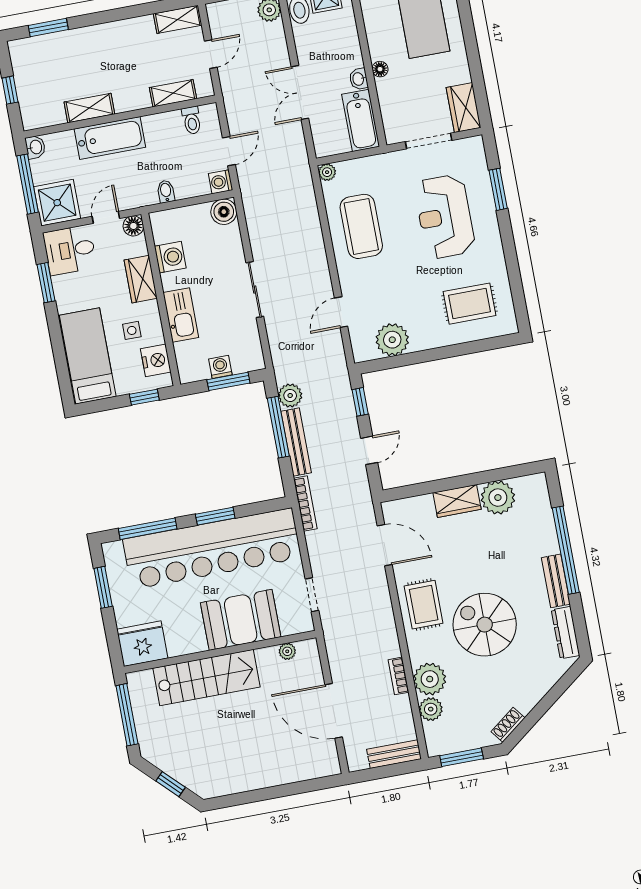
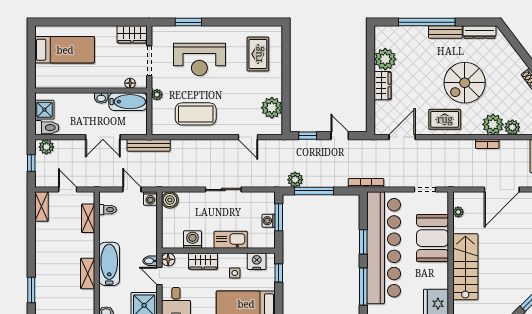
floor lamp: (380, 69) -> (130, 83), moved
plant: (327, 172) -> (157, 95), moved
bidet: (166, 191) -> (150, 261), moved
bench: (296, 442) -> (149, 145), moved

